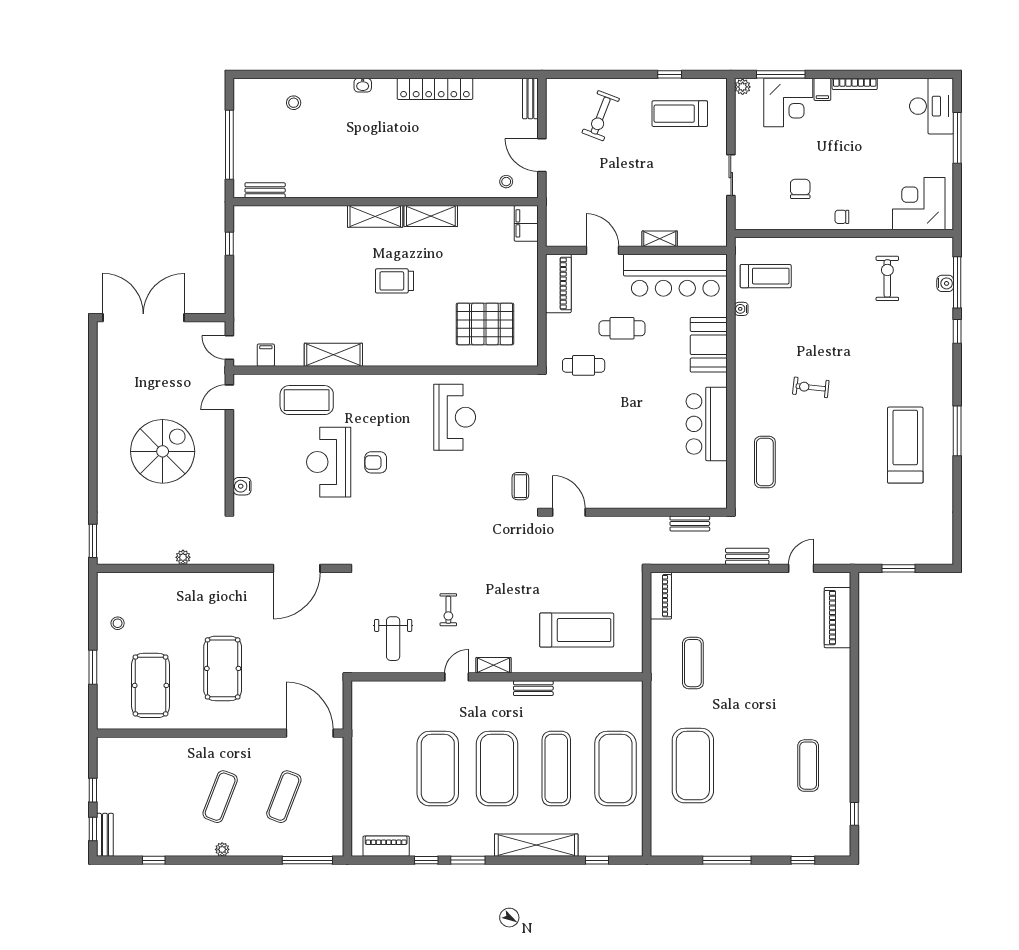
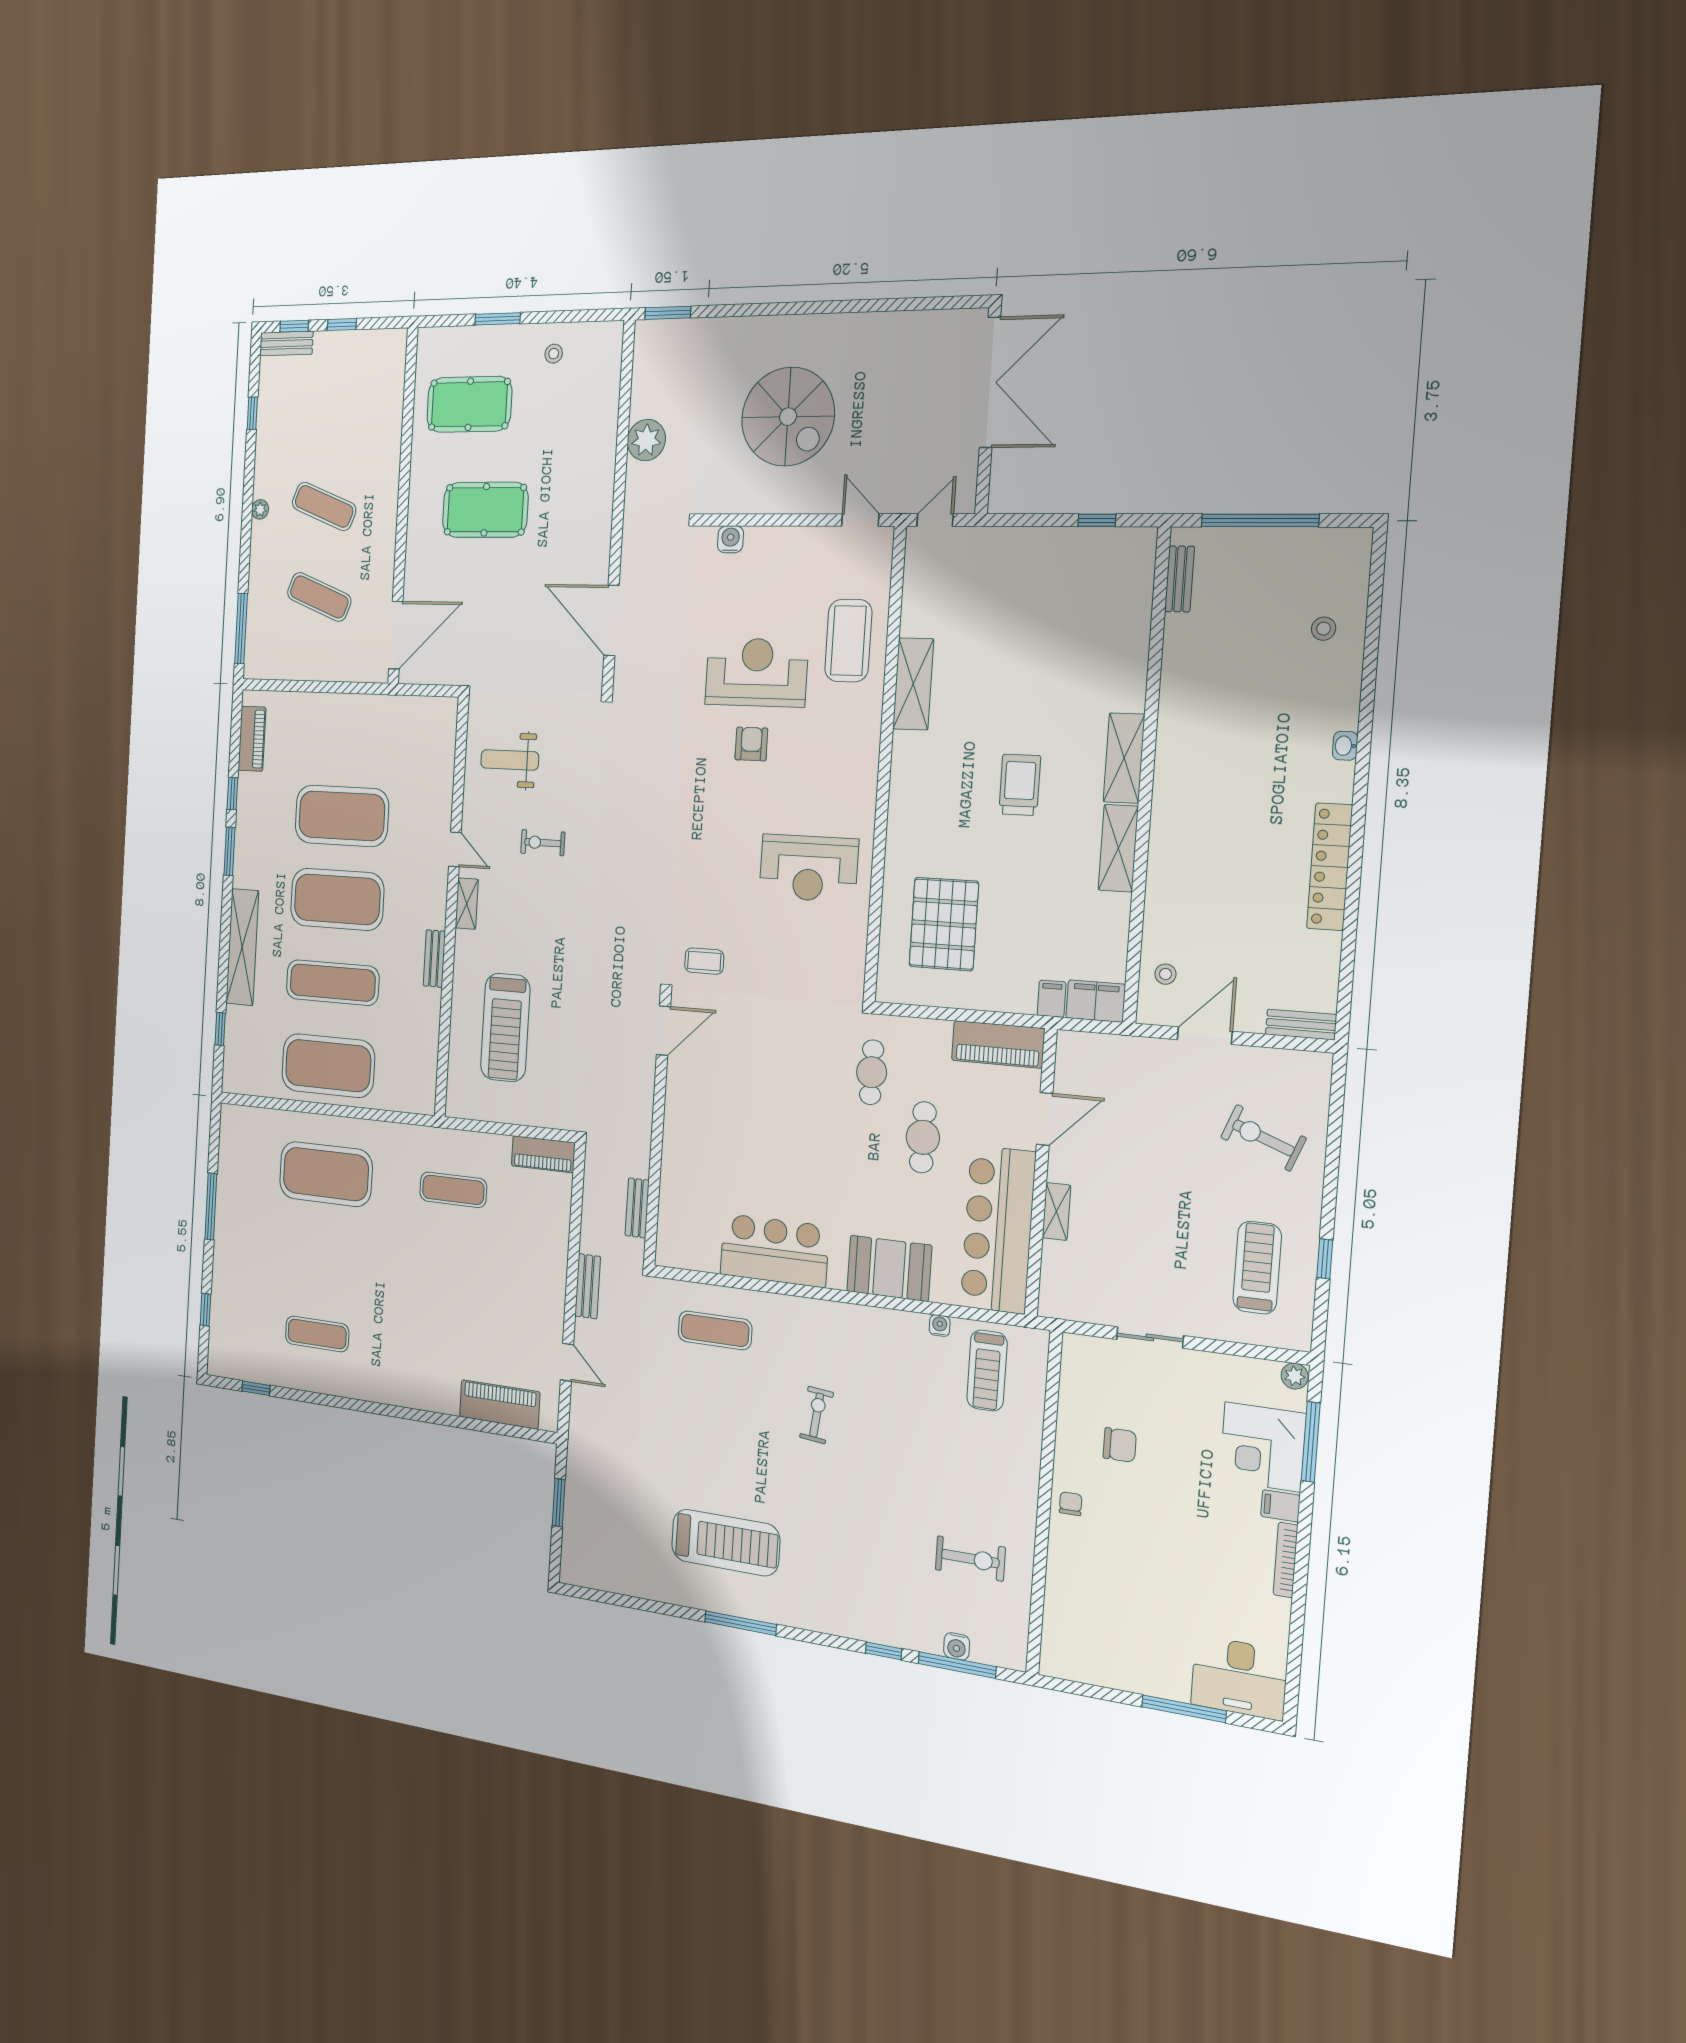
corner desk: (919, 204) -> (1083, 1628), removed
filing cabinet: (266, 355) -> (1052, 999), moved, turned -90
plant: (183, 557) -> (646, 440), width x1.88, depth x1.88

